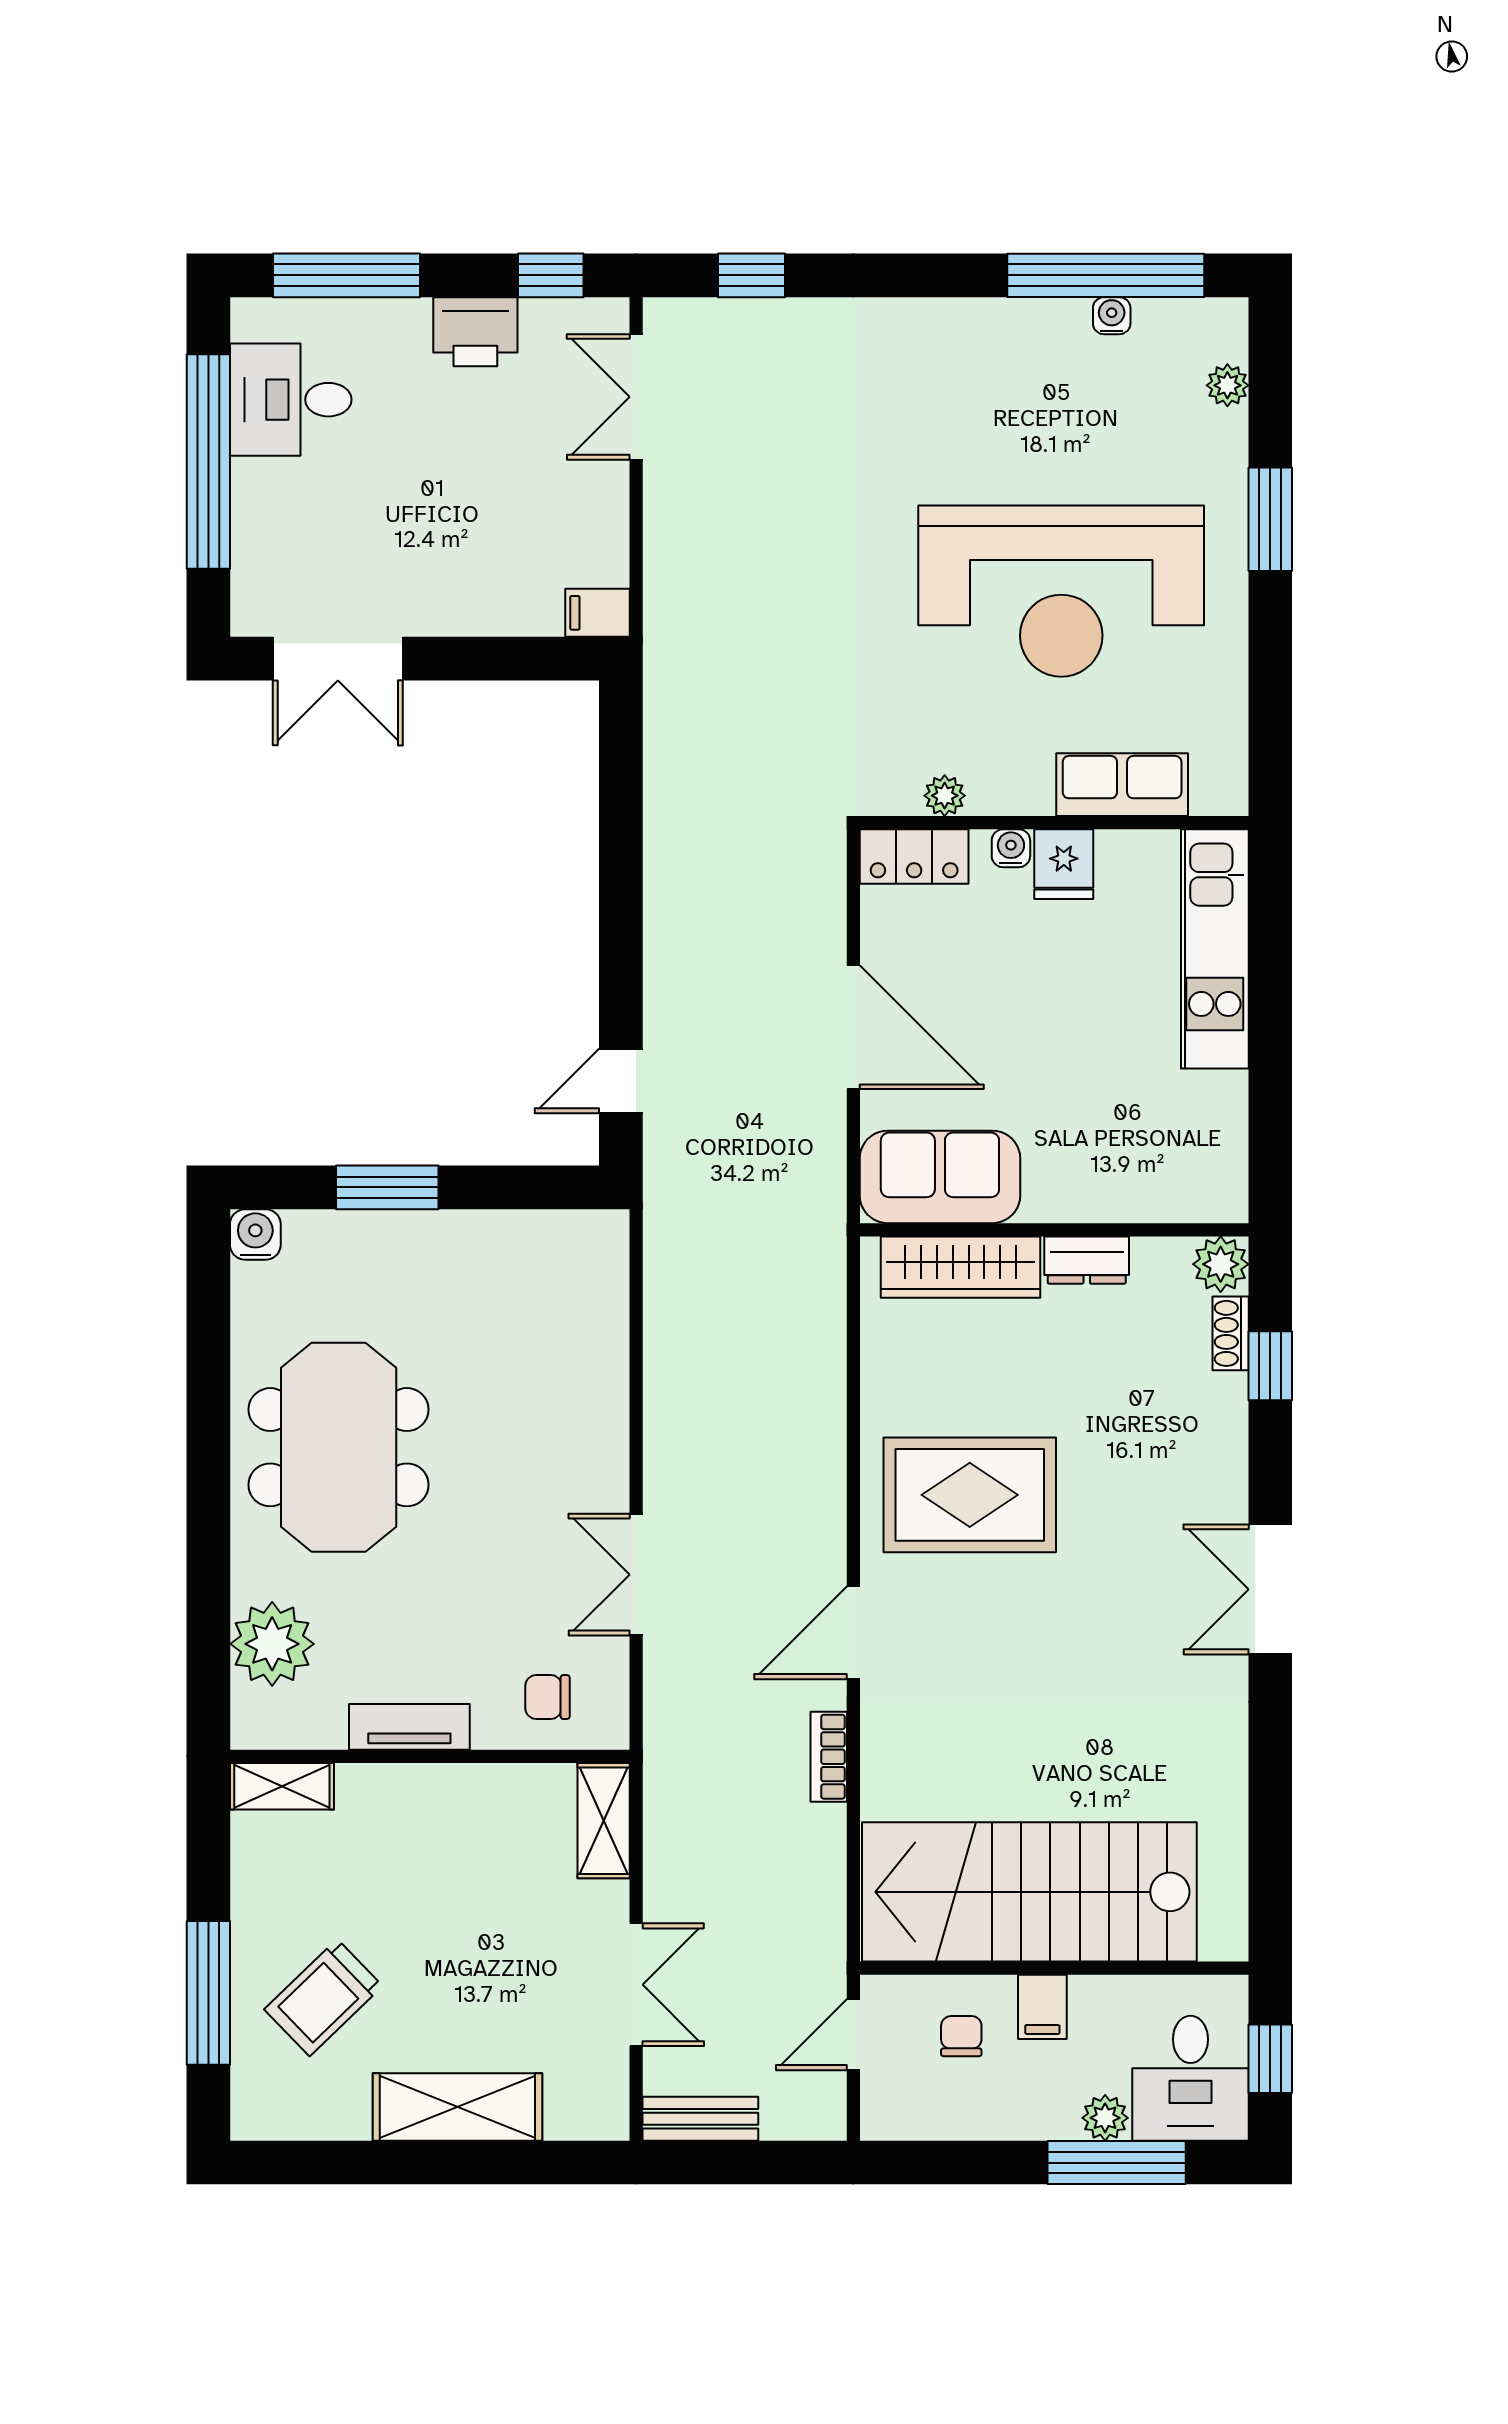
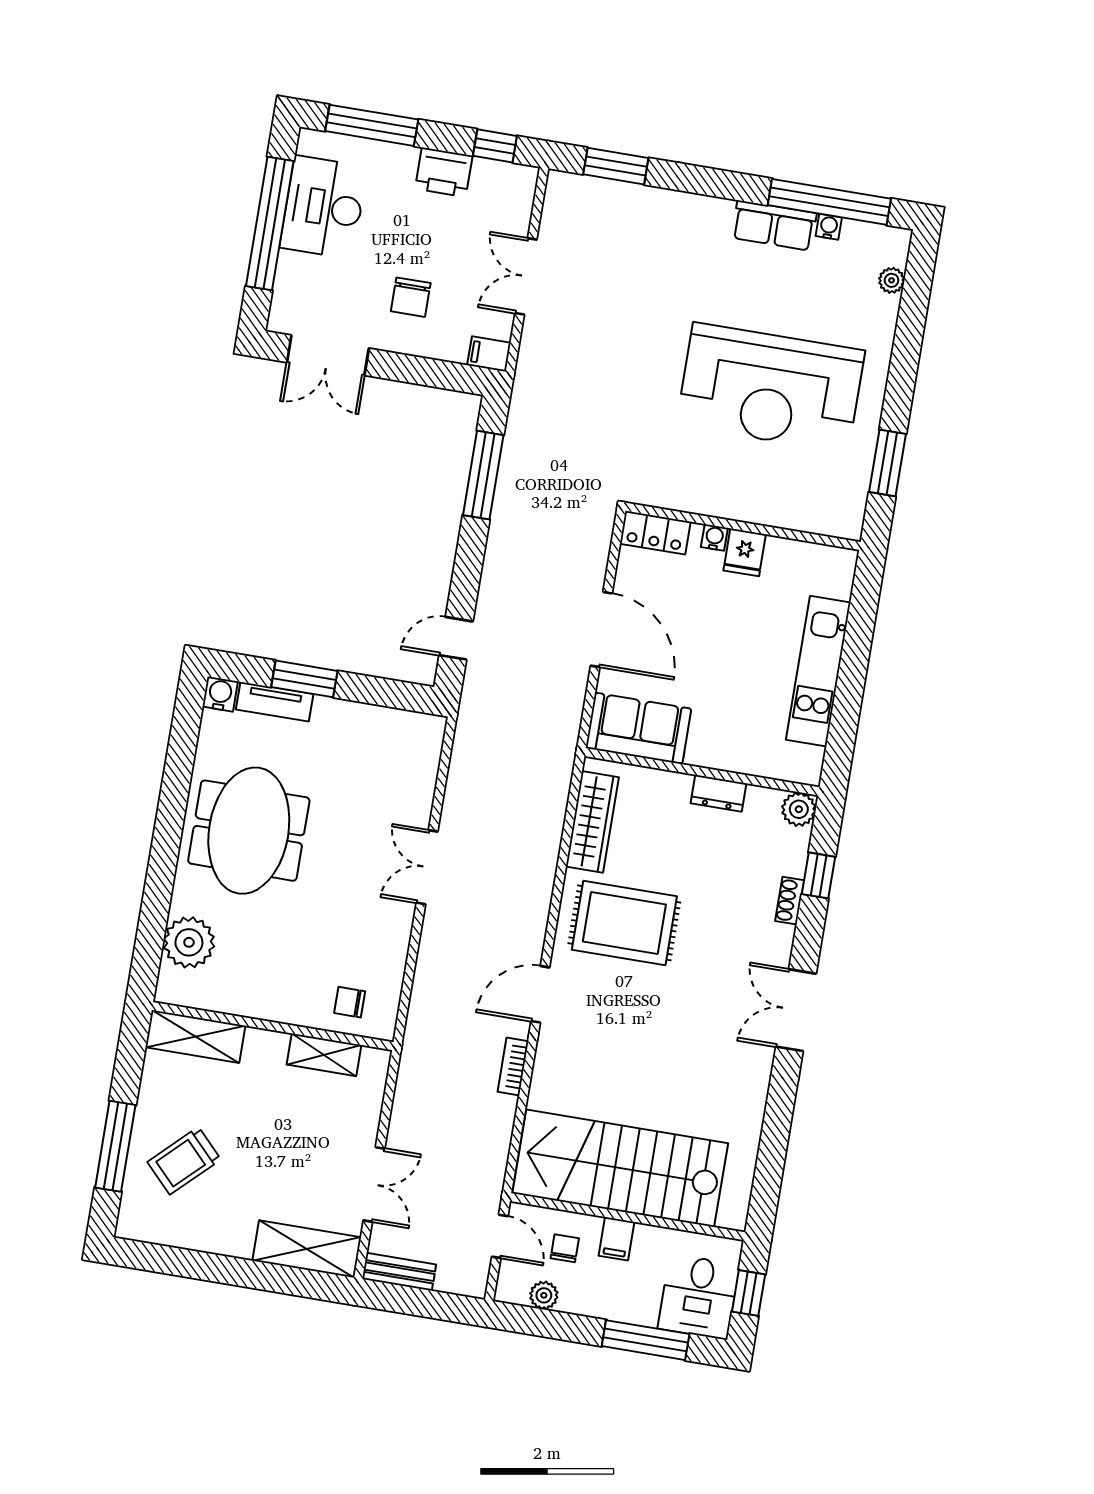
window: (752, 275) -> (616, 166), width x1.50
double door: (636, 397) -> (526, 276), moved
desk: (291, 400) -> (324, 207), width x1.37
window: (1270, 519) -> (887, 463), moved
chair: (456, 542) -> (411, 297), added
row of seats: (1122, 785) -> (774, 226), moved, turned 180
plant: (945, 796) -> (680, 499), removed
window: (621, 810) -> (483, 475), added
kitchen unit: (1215, 949) -> (818, 671), moved
wardrobe: (961, 1267) -> (592, 822), moved, turned -90
shoe rack: (1231, 1333) -> (790, 901), moved
double door: (636, 1575) -> (427, 867), moved
tv unit: (409, 1727) -> (275, 702), moved, turned 180
shelving: (282, 1786) -> (195, 1036), width x1.50, depth x1.33
shelving: (604, 1821) -> (324, 1055), moved, turned 90
door: (853, 2035) -> (500, 1236), swing flipped
shelving: (457, 2107) -> (307, 1249), moved
plant: (1105, 2118) -> (544, 1295), moved

